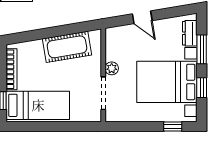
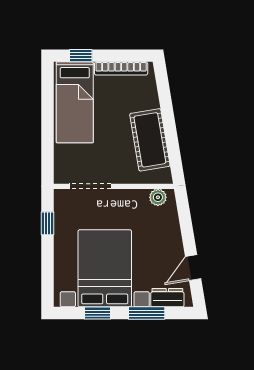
door: (142, 17) -> (193, 268), moved
plant: (112, 68) -> (158, 197), moved
window: (173, 127) -> (47, 223), moved

